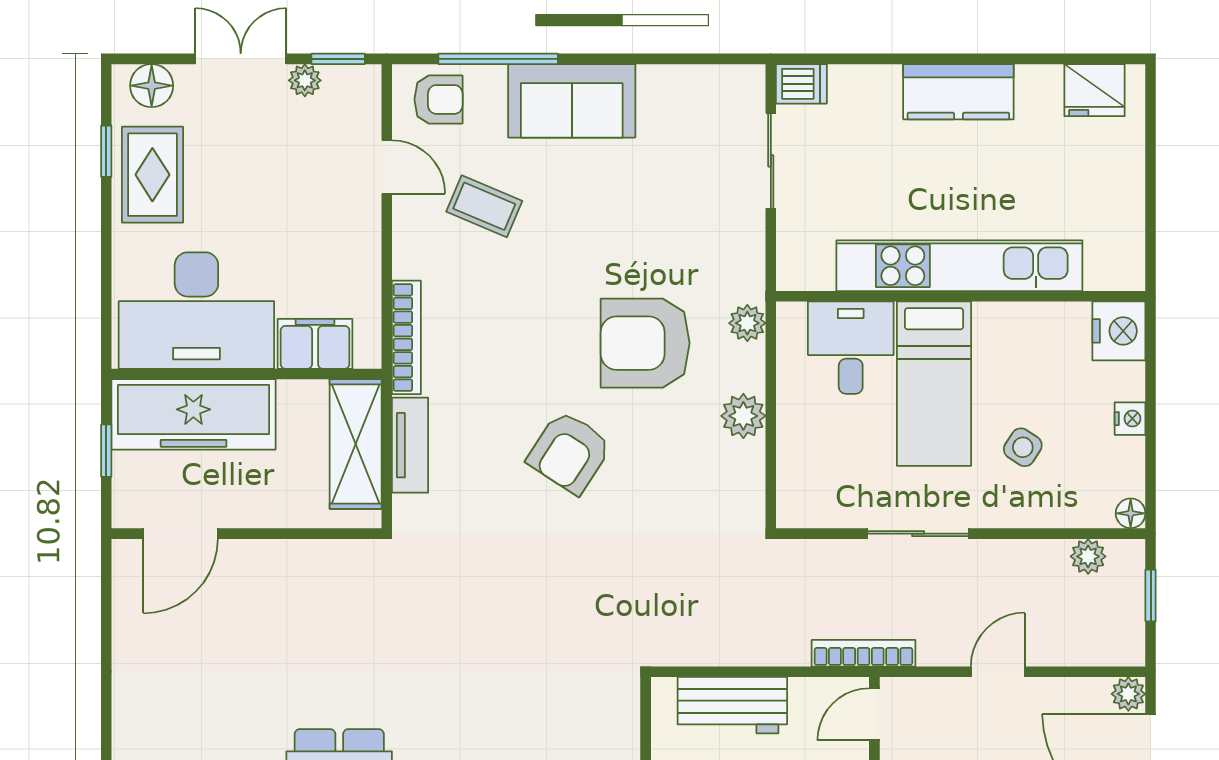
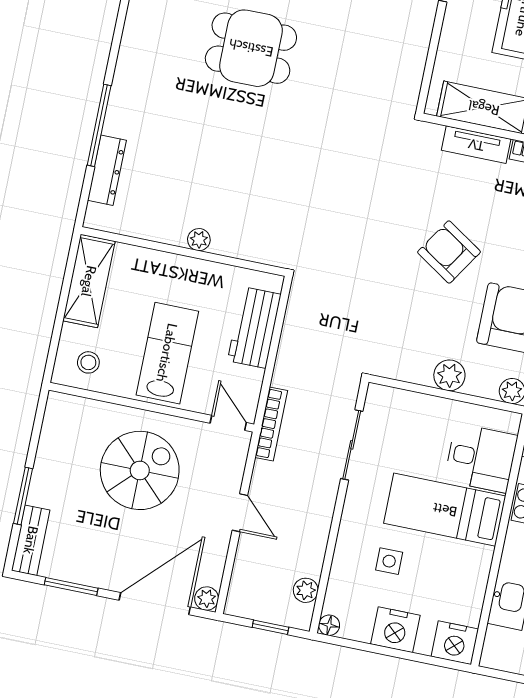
nightstand: (1130, 419) -> (395, 630), width x1.89, depth x1.79
side table: (1023, 447) -> (389, 561), turned -33
sliding door: (918, 534) -> (352, 445), moved

